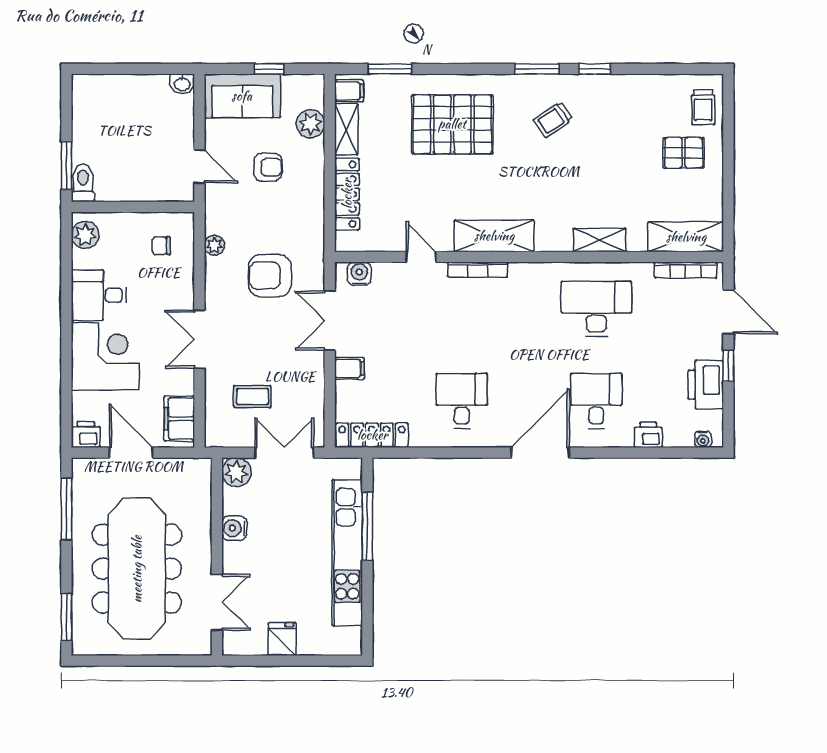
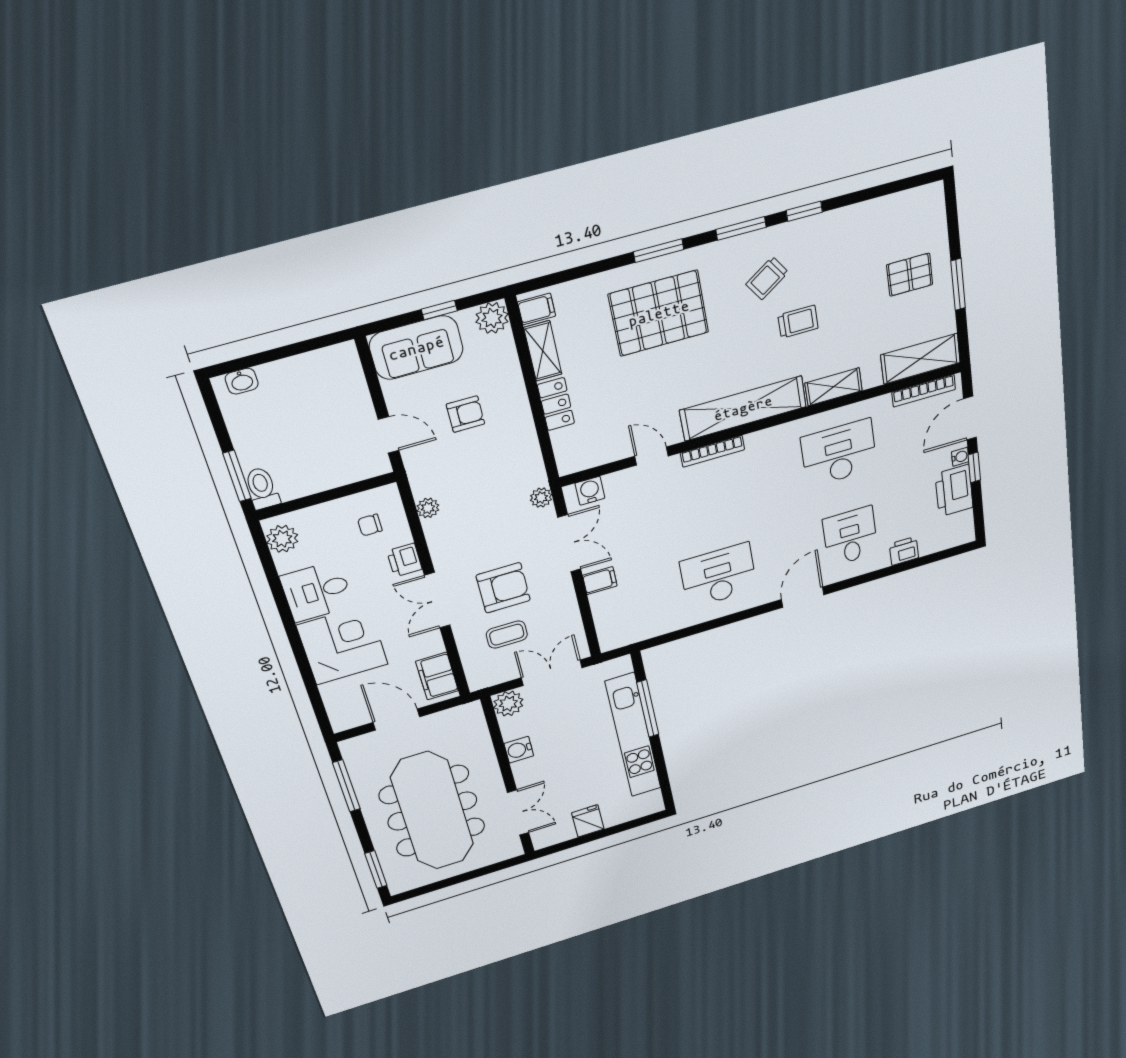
window: (390, 69) -> (659, 251), moved
washbasin: (182, 84) -> (242, 381), moved
trolley: (703, 107) -> (798, 322), moved, turned -90
plant: (311, 124) -> (492, 318), moved
window: (728, 175) -> (958, 284), added
locker: (347, 194) -> (556, 404), width x0.66
shelving: (494, 236) -> (743, 408), width x1.47
plant: (315, 267) -> (541, 498), added
armchair: (270, 276) -> (503, 588), moved, turned 180
door: (728, 312) -> (970, 418), swing flipped
double door: (330, 321) -> (569, 543), swing flipped
desk: (462, 401) -> (719, 576), width x1.37
printer: (86, 435) -> (404, 560), moved, turned -90
locker: (372, 435) -> (635, 632), removed
water cooler: (703, 439) -> (960, 457), moved, turned -90
door: (540, 453) -> (803, 597), width x0.73

